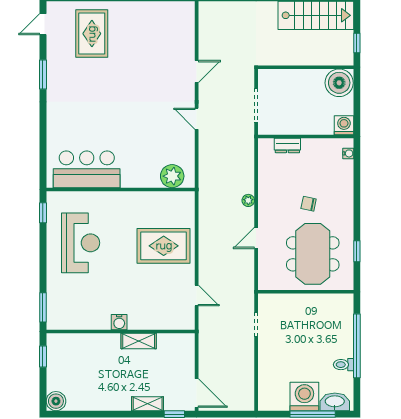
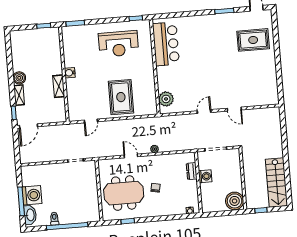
washing machine: (344, 125) -> (205, 176), moved
boiler: (56, 401) -> (19, 78), moved

